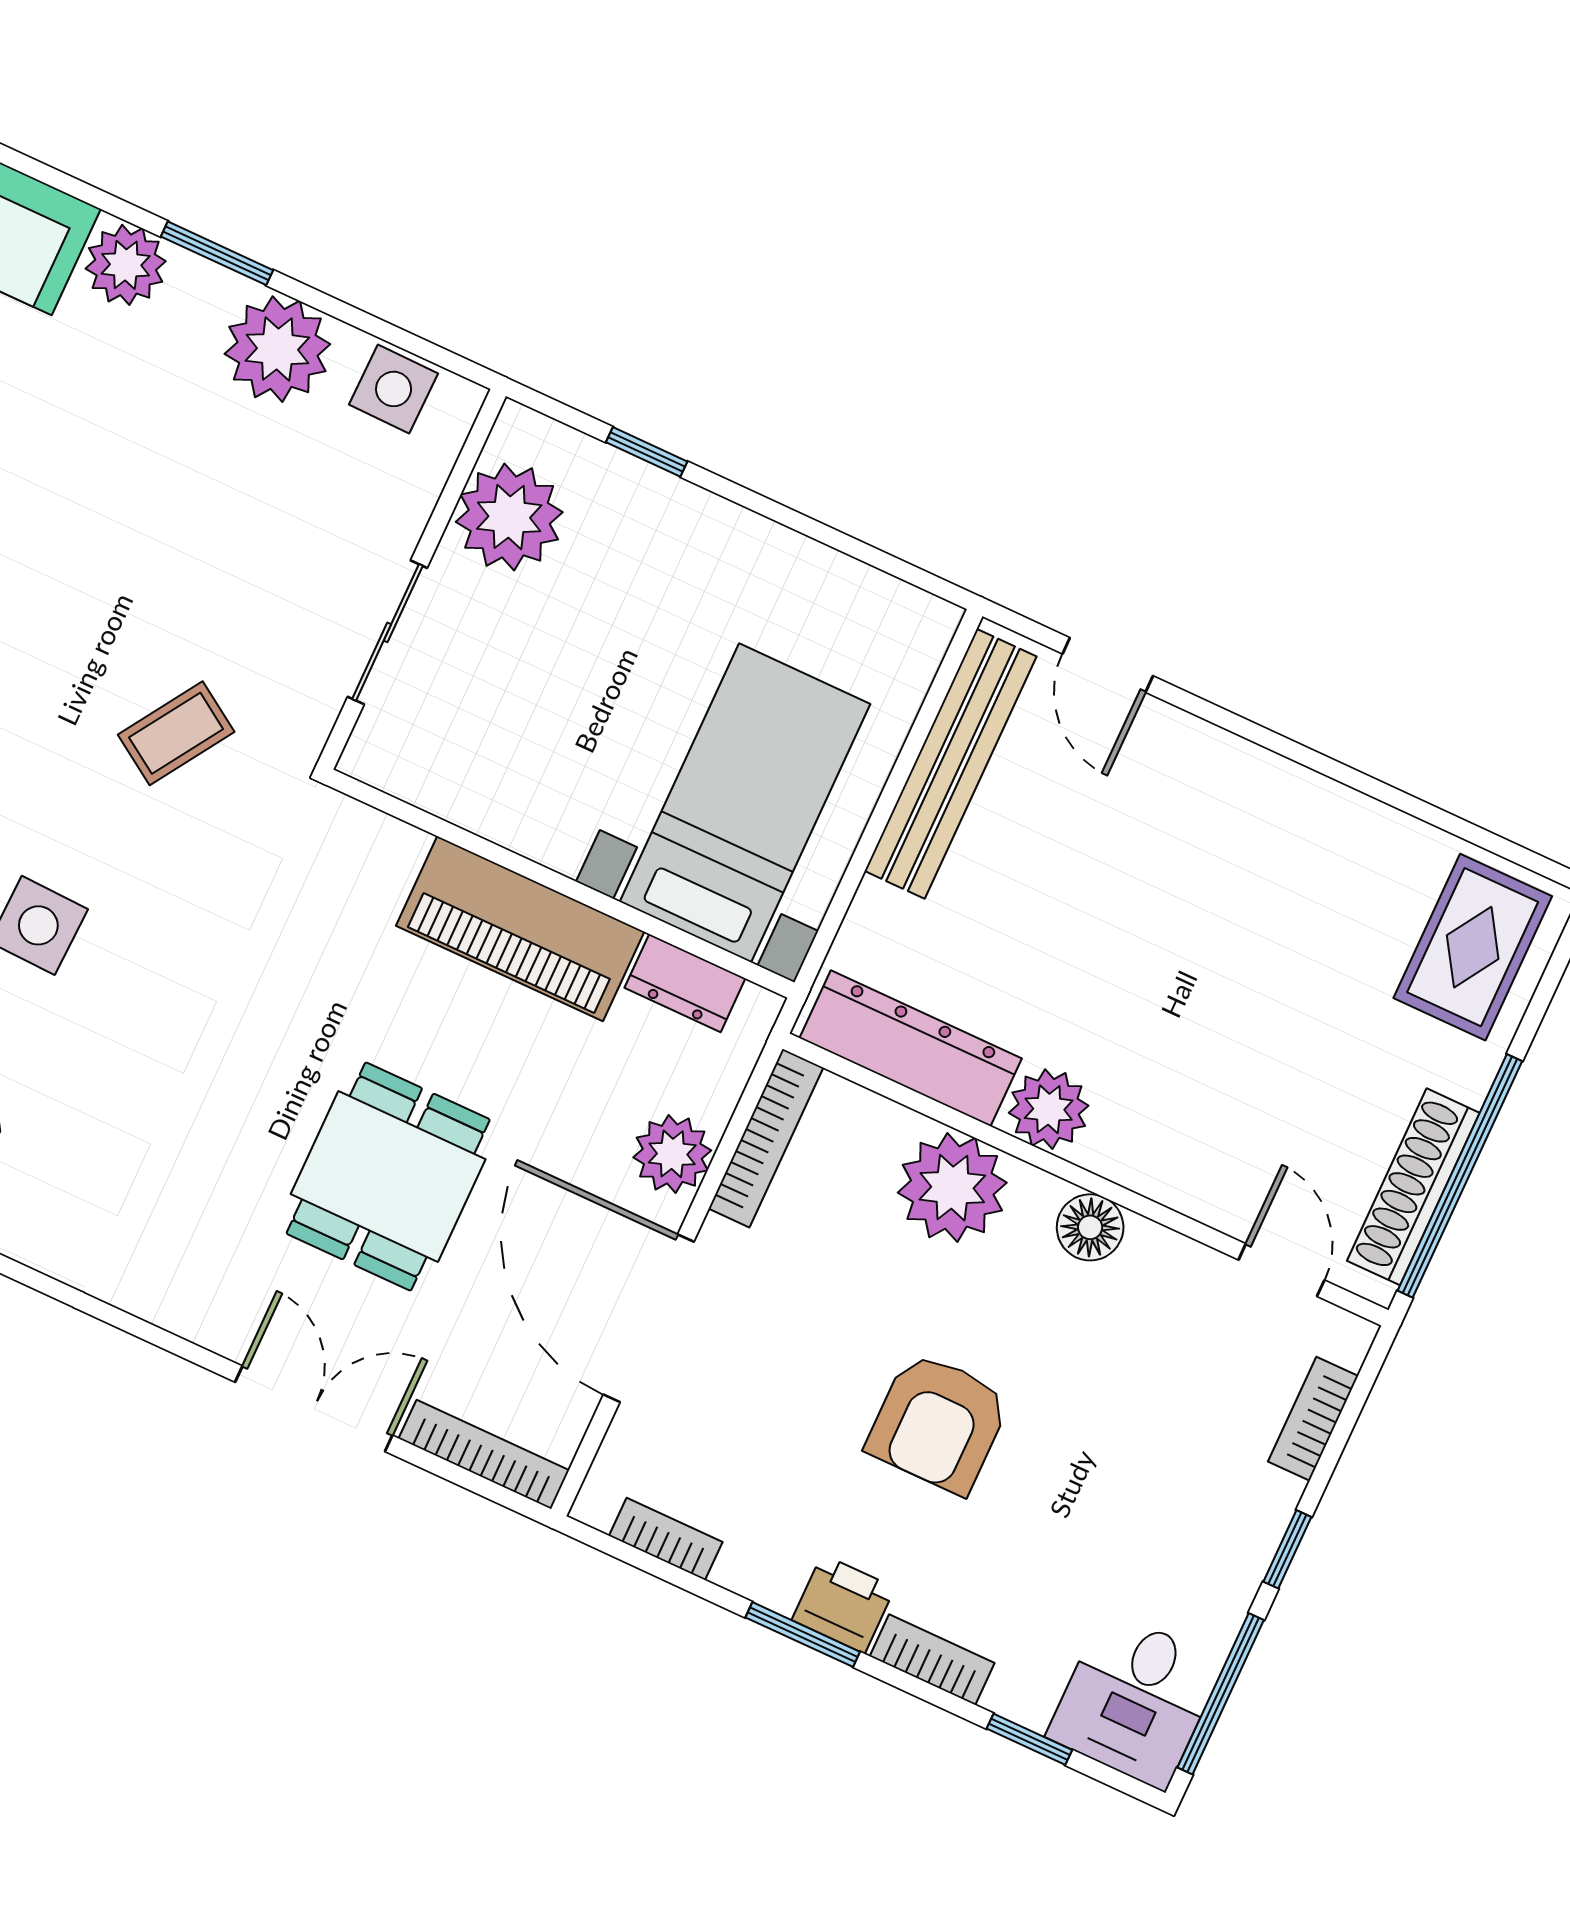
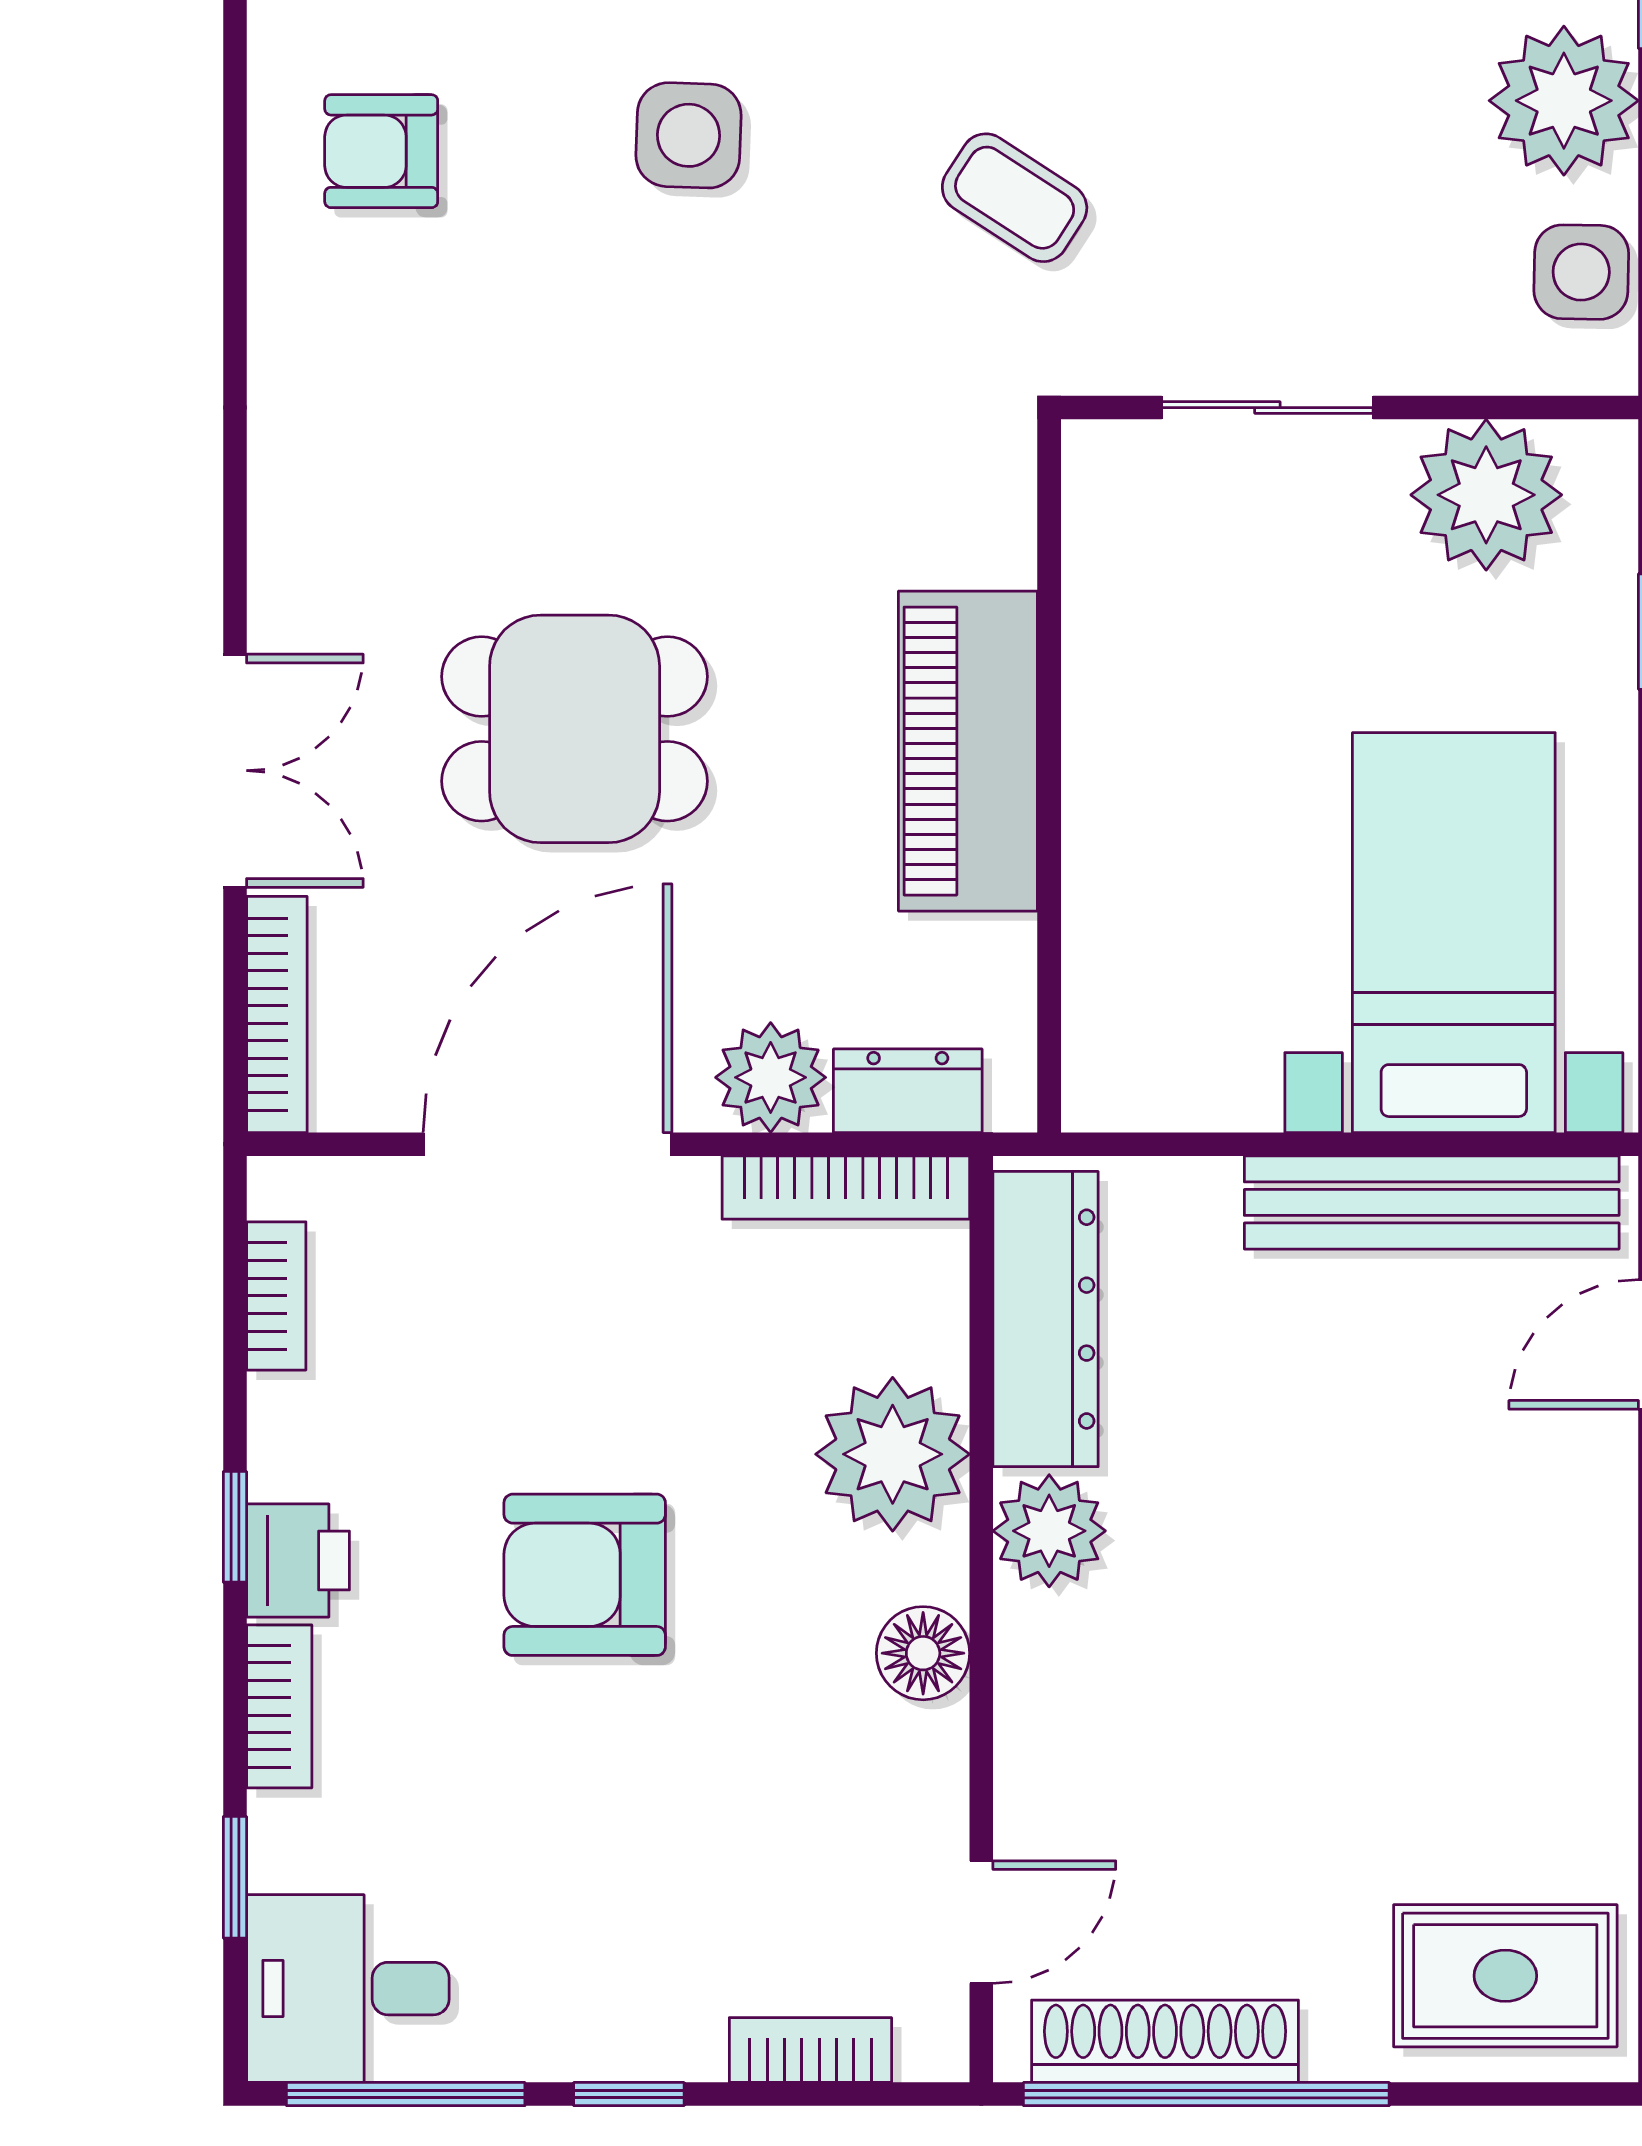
bed with nightstands: (745, 803) -> (1454, 933), moved, turned -90
dresser: (685, 983) -> (908, 1091), moved, turned 90
window: (803, 1635) -> (235, 1527), width x0.67

